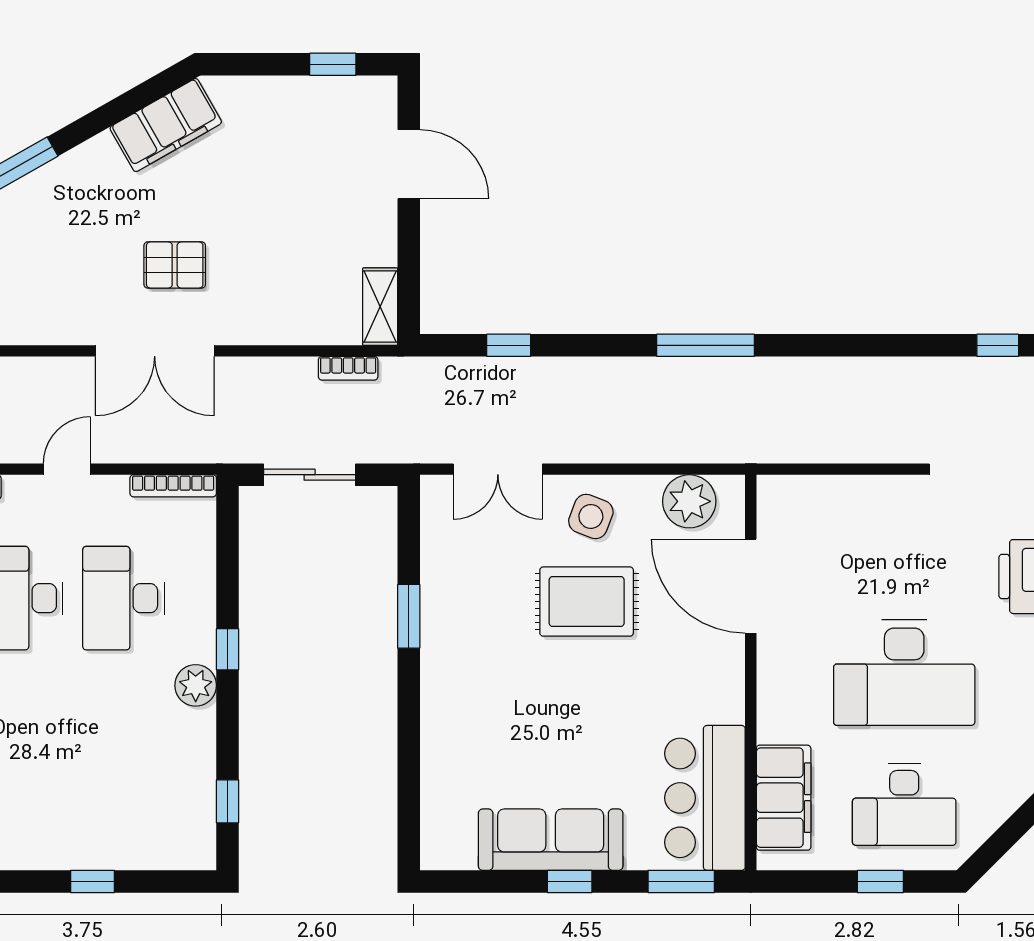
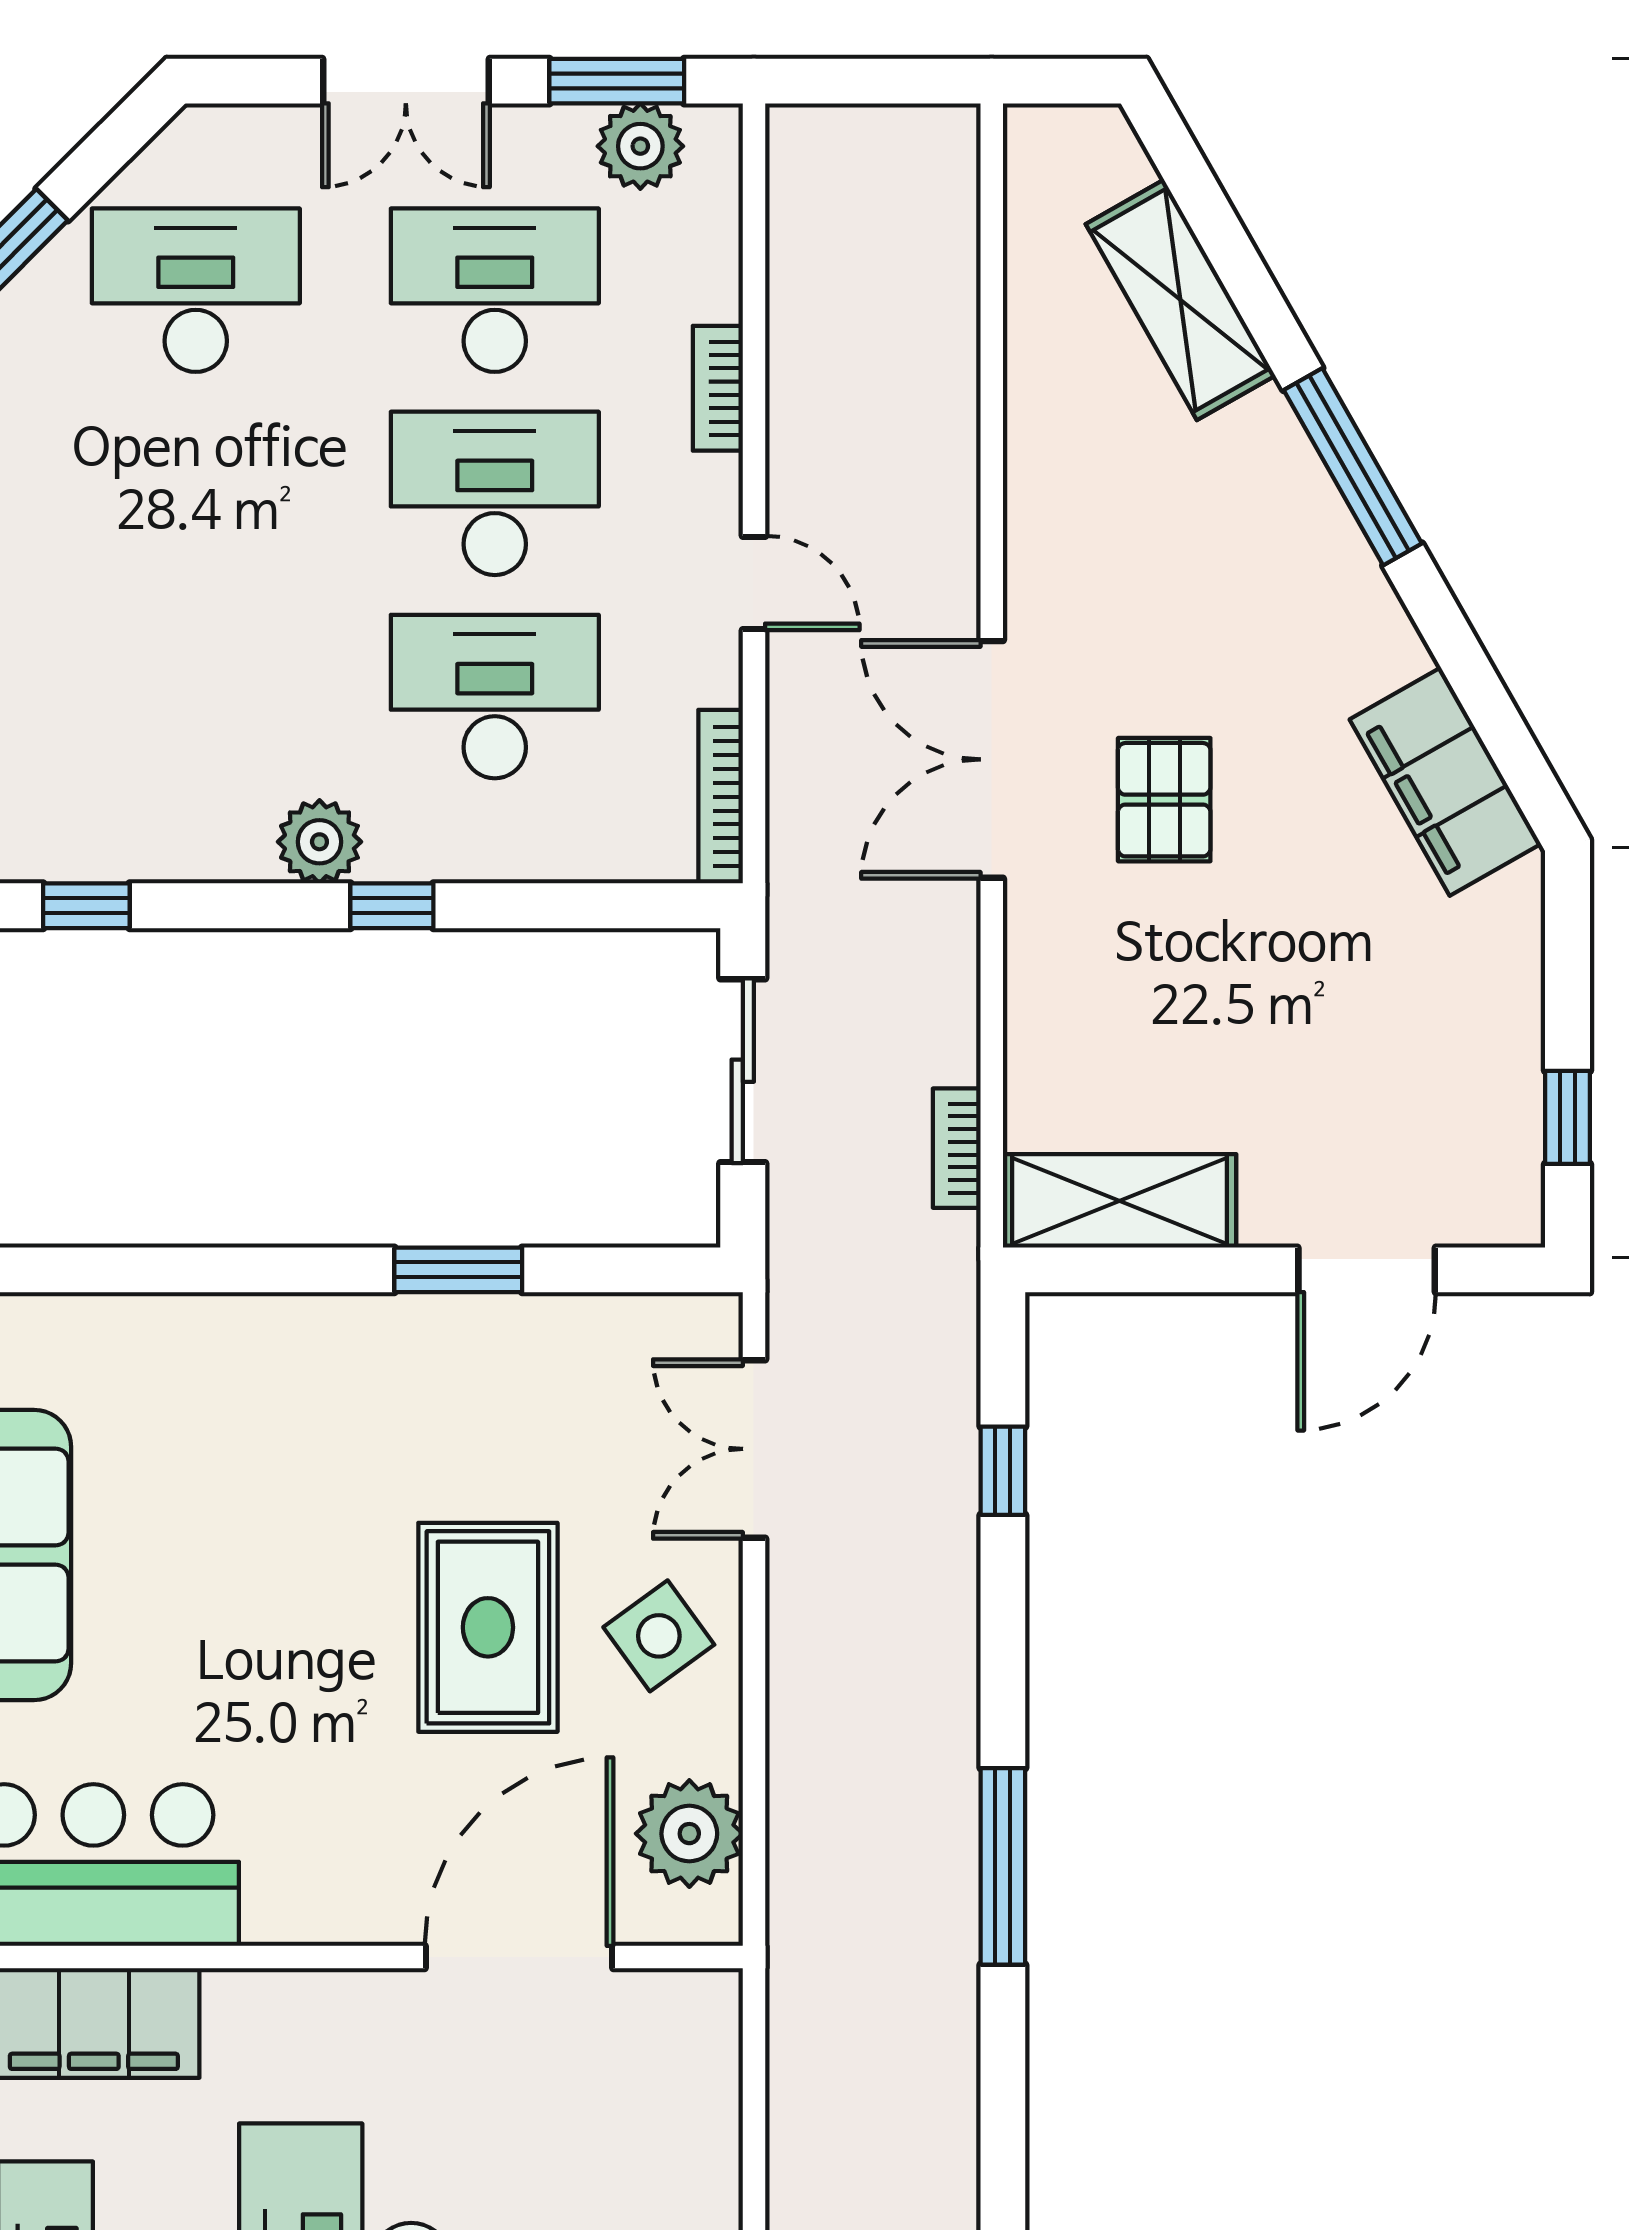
shelving: (380, 307) -> (1120, 1201), width x1.50, depth x1.33
side table: (591, 516) -> (659, 1636), turned 33

